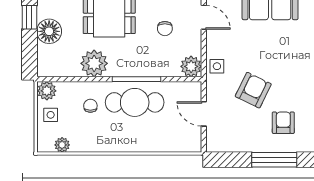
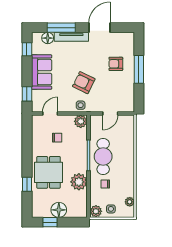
armchair: (253, 90) -> (84, 83), moved

